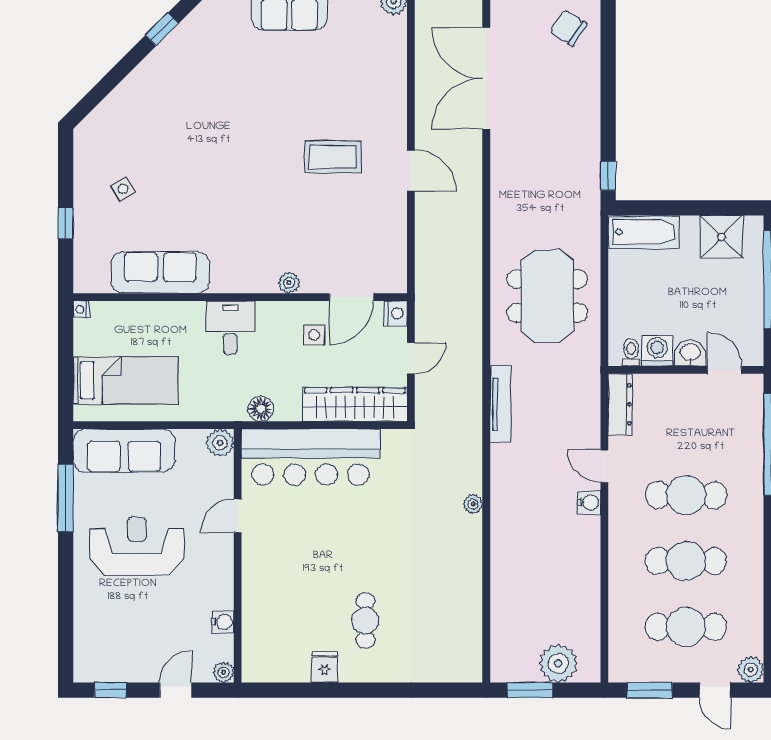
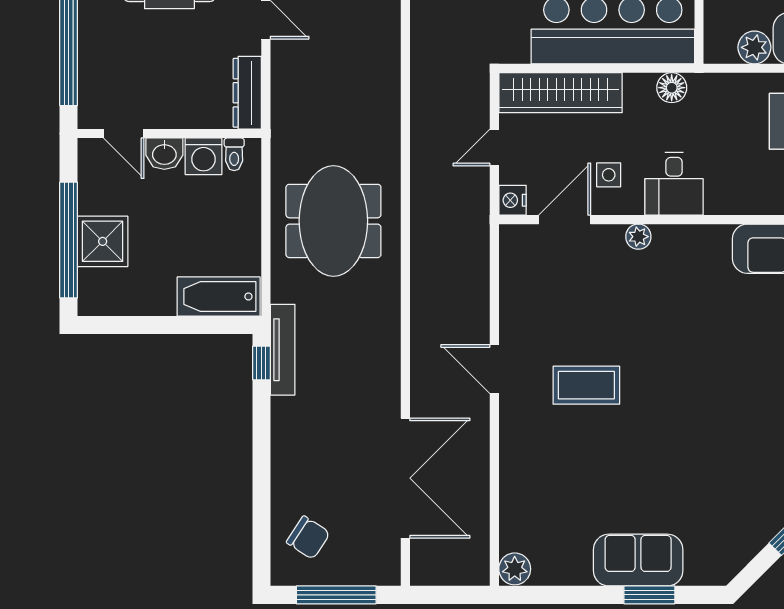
shower: (721, 237) -> (103, 241), moved
desk: (230, 327) -> (674, 184), moved
tv unit: (500, 404) -> (283, 350), moved, turned 180
plant: (220, 443) -> (754, 47), moved

